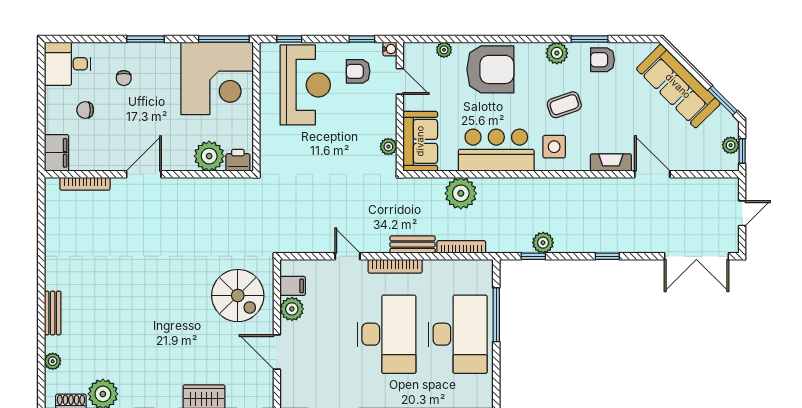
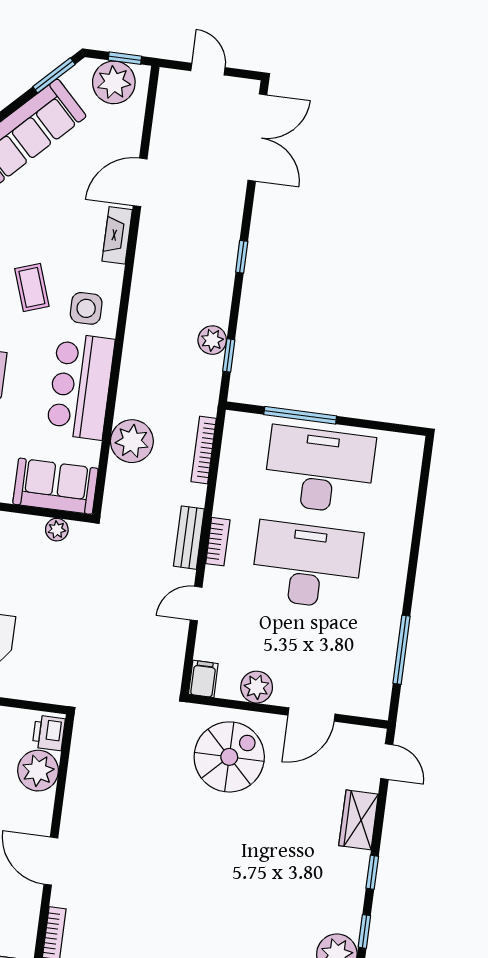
plant: (731, 145) -> (114, 82), width x1.88, depth x1.88
bench: (413, 245) -> (189, 538), moved
bookcase: (395, 266) -> (218, 542), width x0.64
filing cabinet: (293, 286) -> (203, 679), moved

